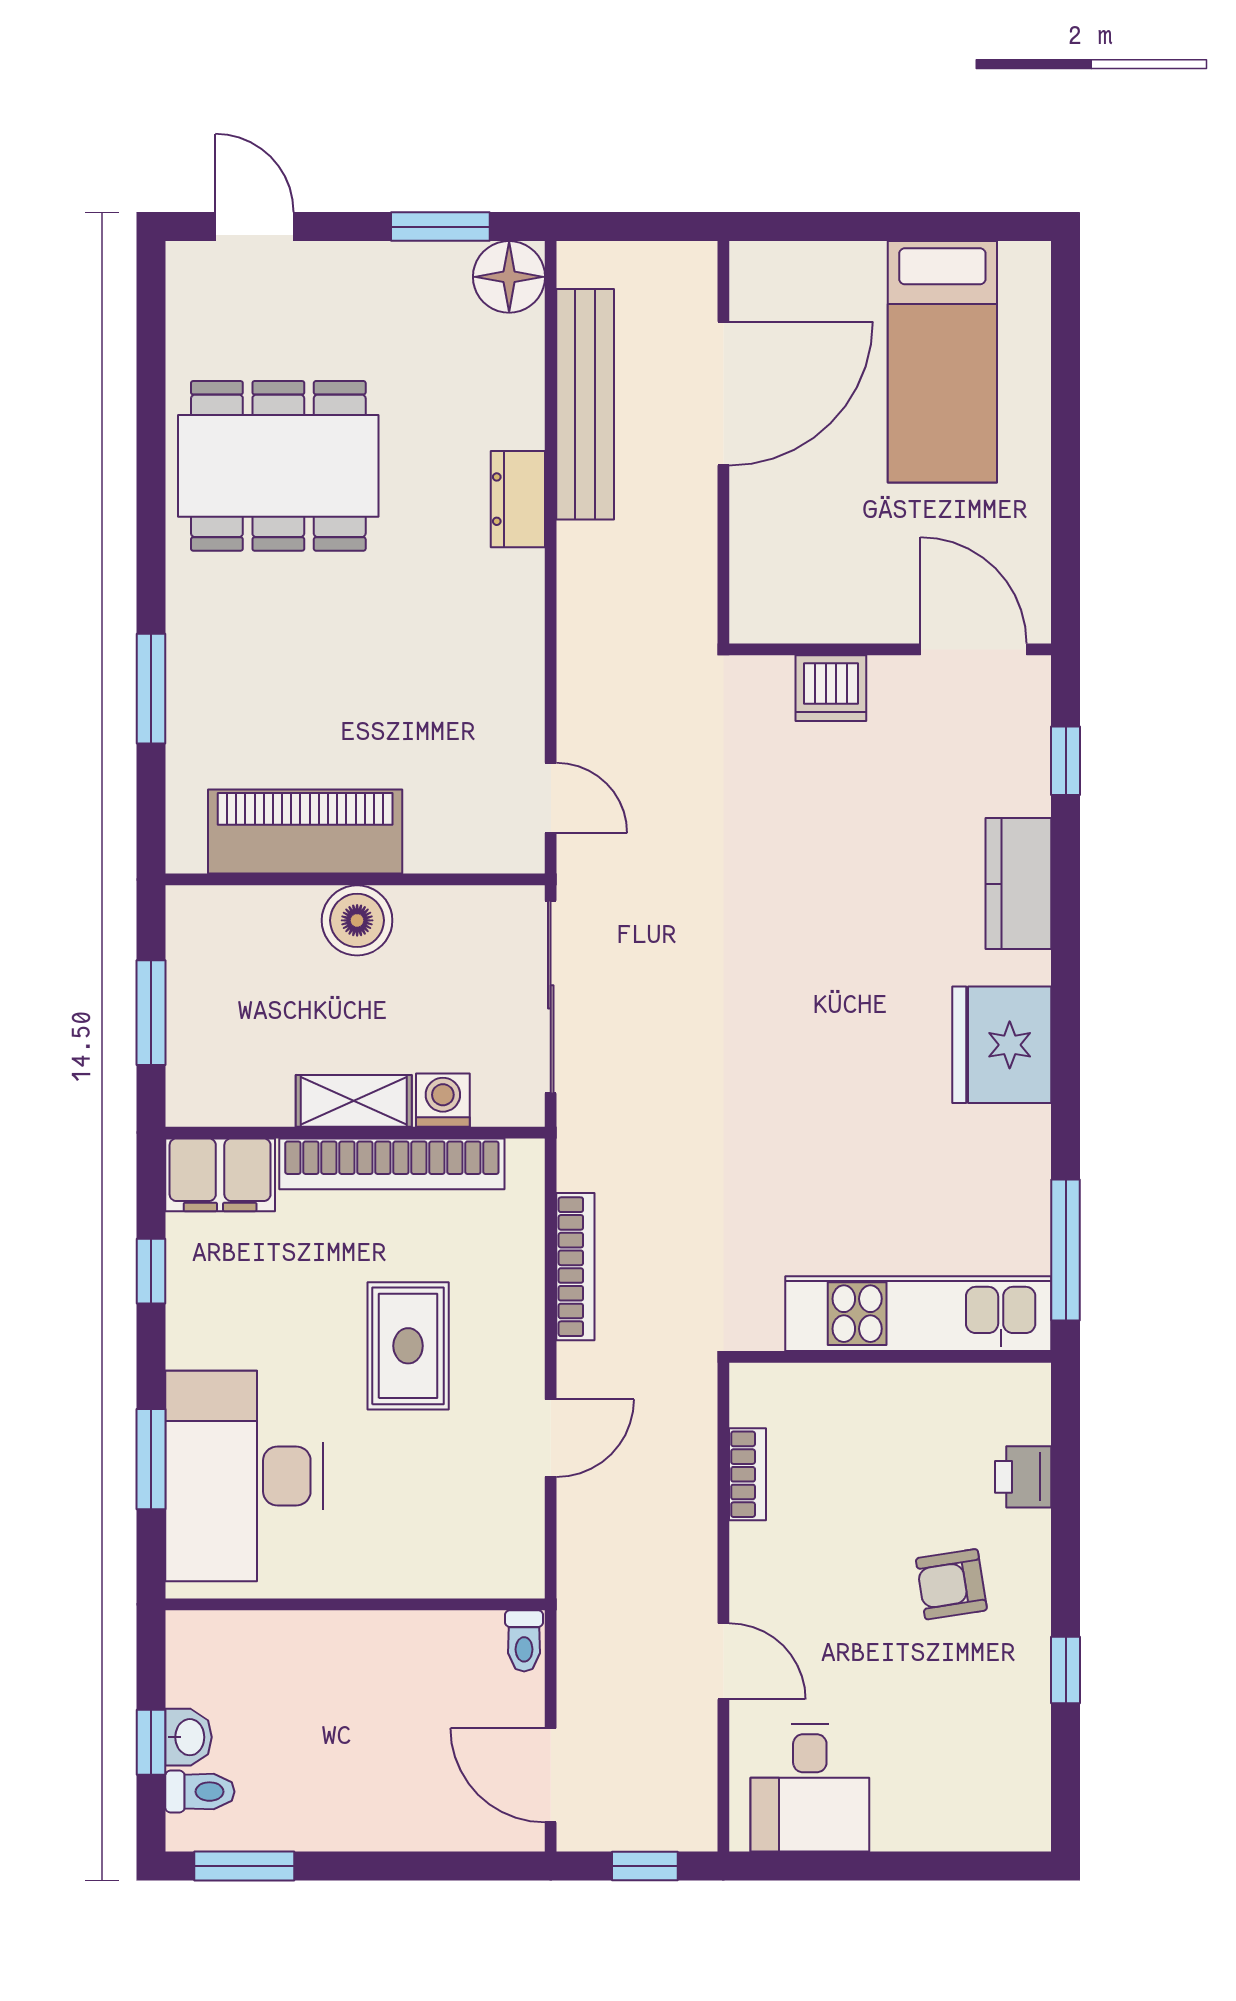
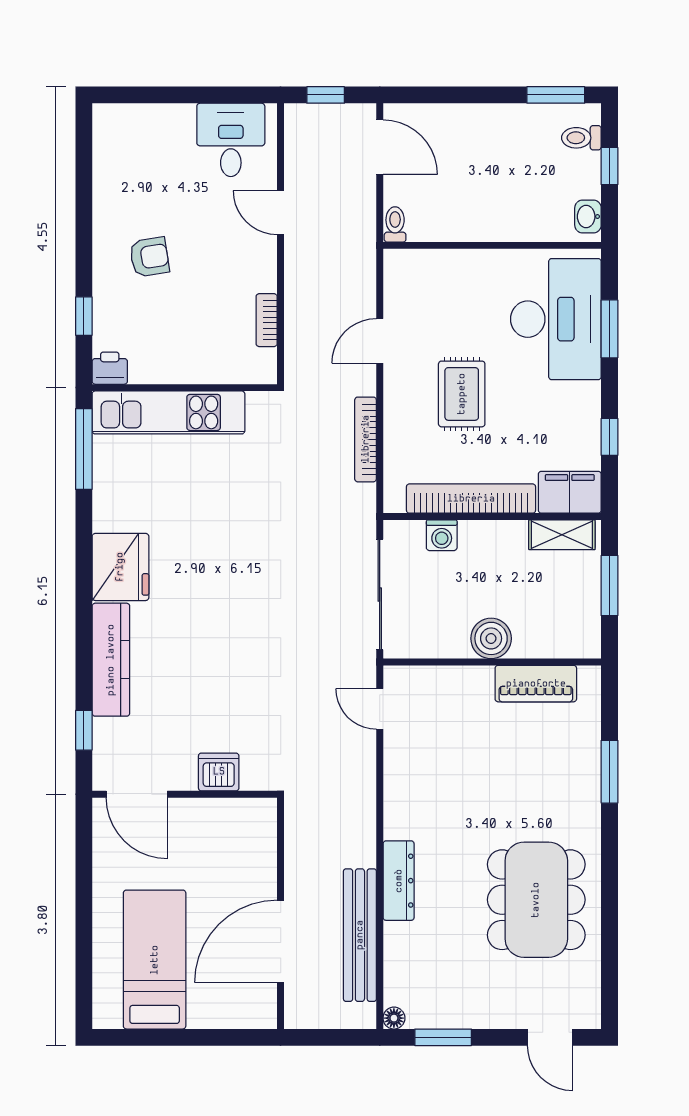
floor lamp: (509, 277) -> (394, 1018), width x0.53, depth x0.53
dining table: (278, 466) -> (536, 900), turned 90
dresser: (518, 499) -> (399, 881), width x1.44
piano: (305, 832) -> (536, 684), width x0.73, depth x0.75
kitchen counter: (1018, 884) -> (111, 660), width x1.50
shelving: (354, 1101) -> (562, 535), moved
printer: (1023, 1477) -> (110, 368), moved, turned -90
window: (1066, 1670) -> (84, 316), moved
washbasin: (188, 1737) -> (588, 217), moved

